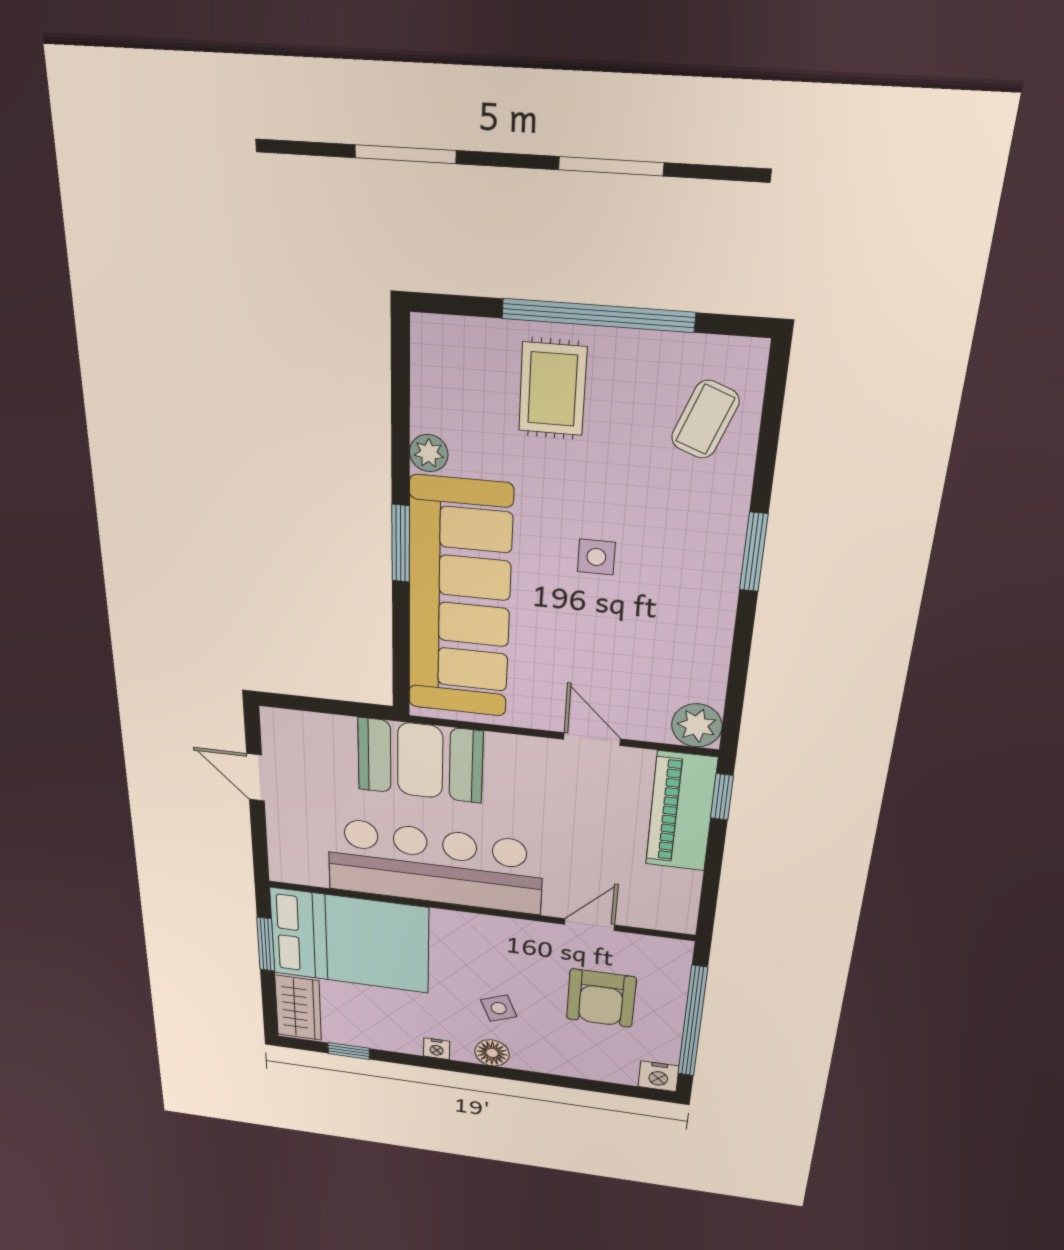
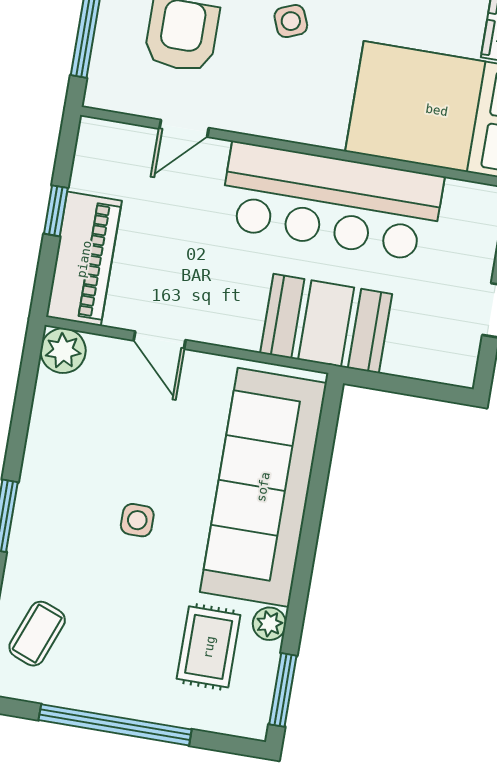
rug: (553, 389) -> (209, 647), moved
window: (401, 544) -> (283, 690), moved
window: (722, 797) -> (56, 211), moved

